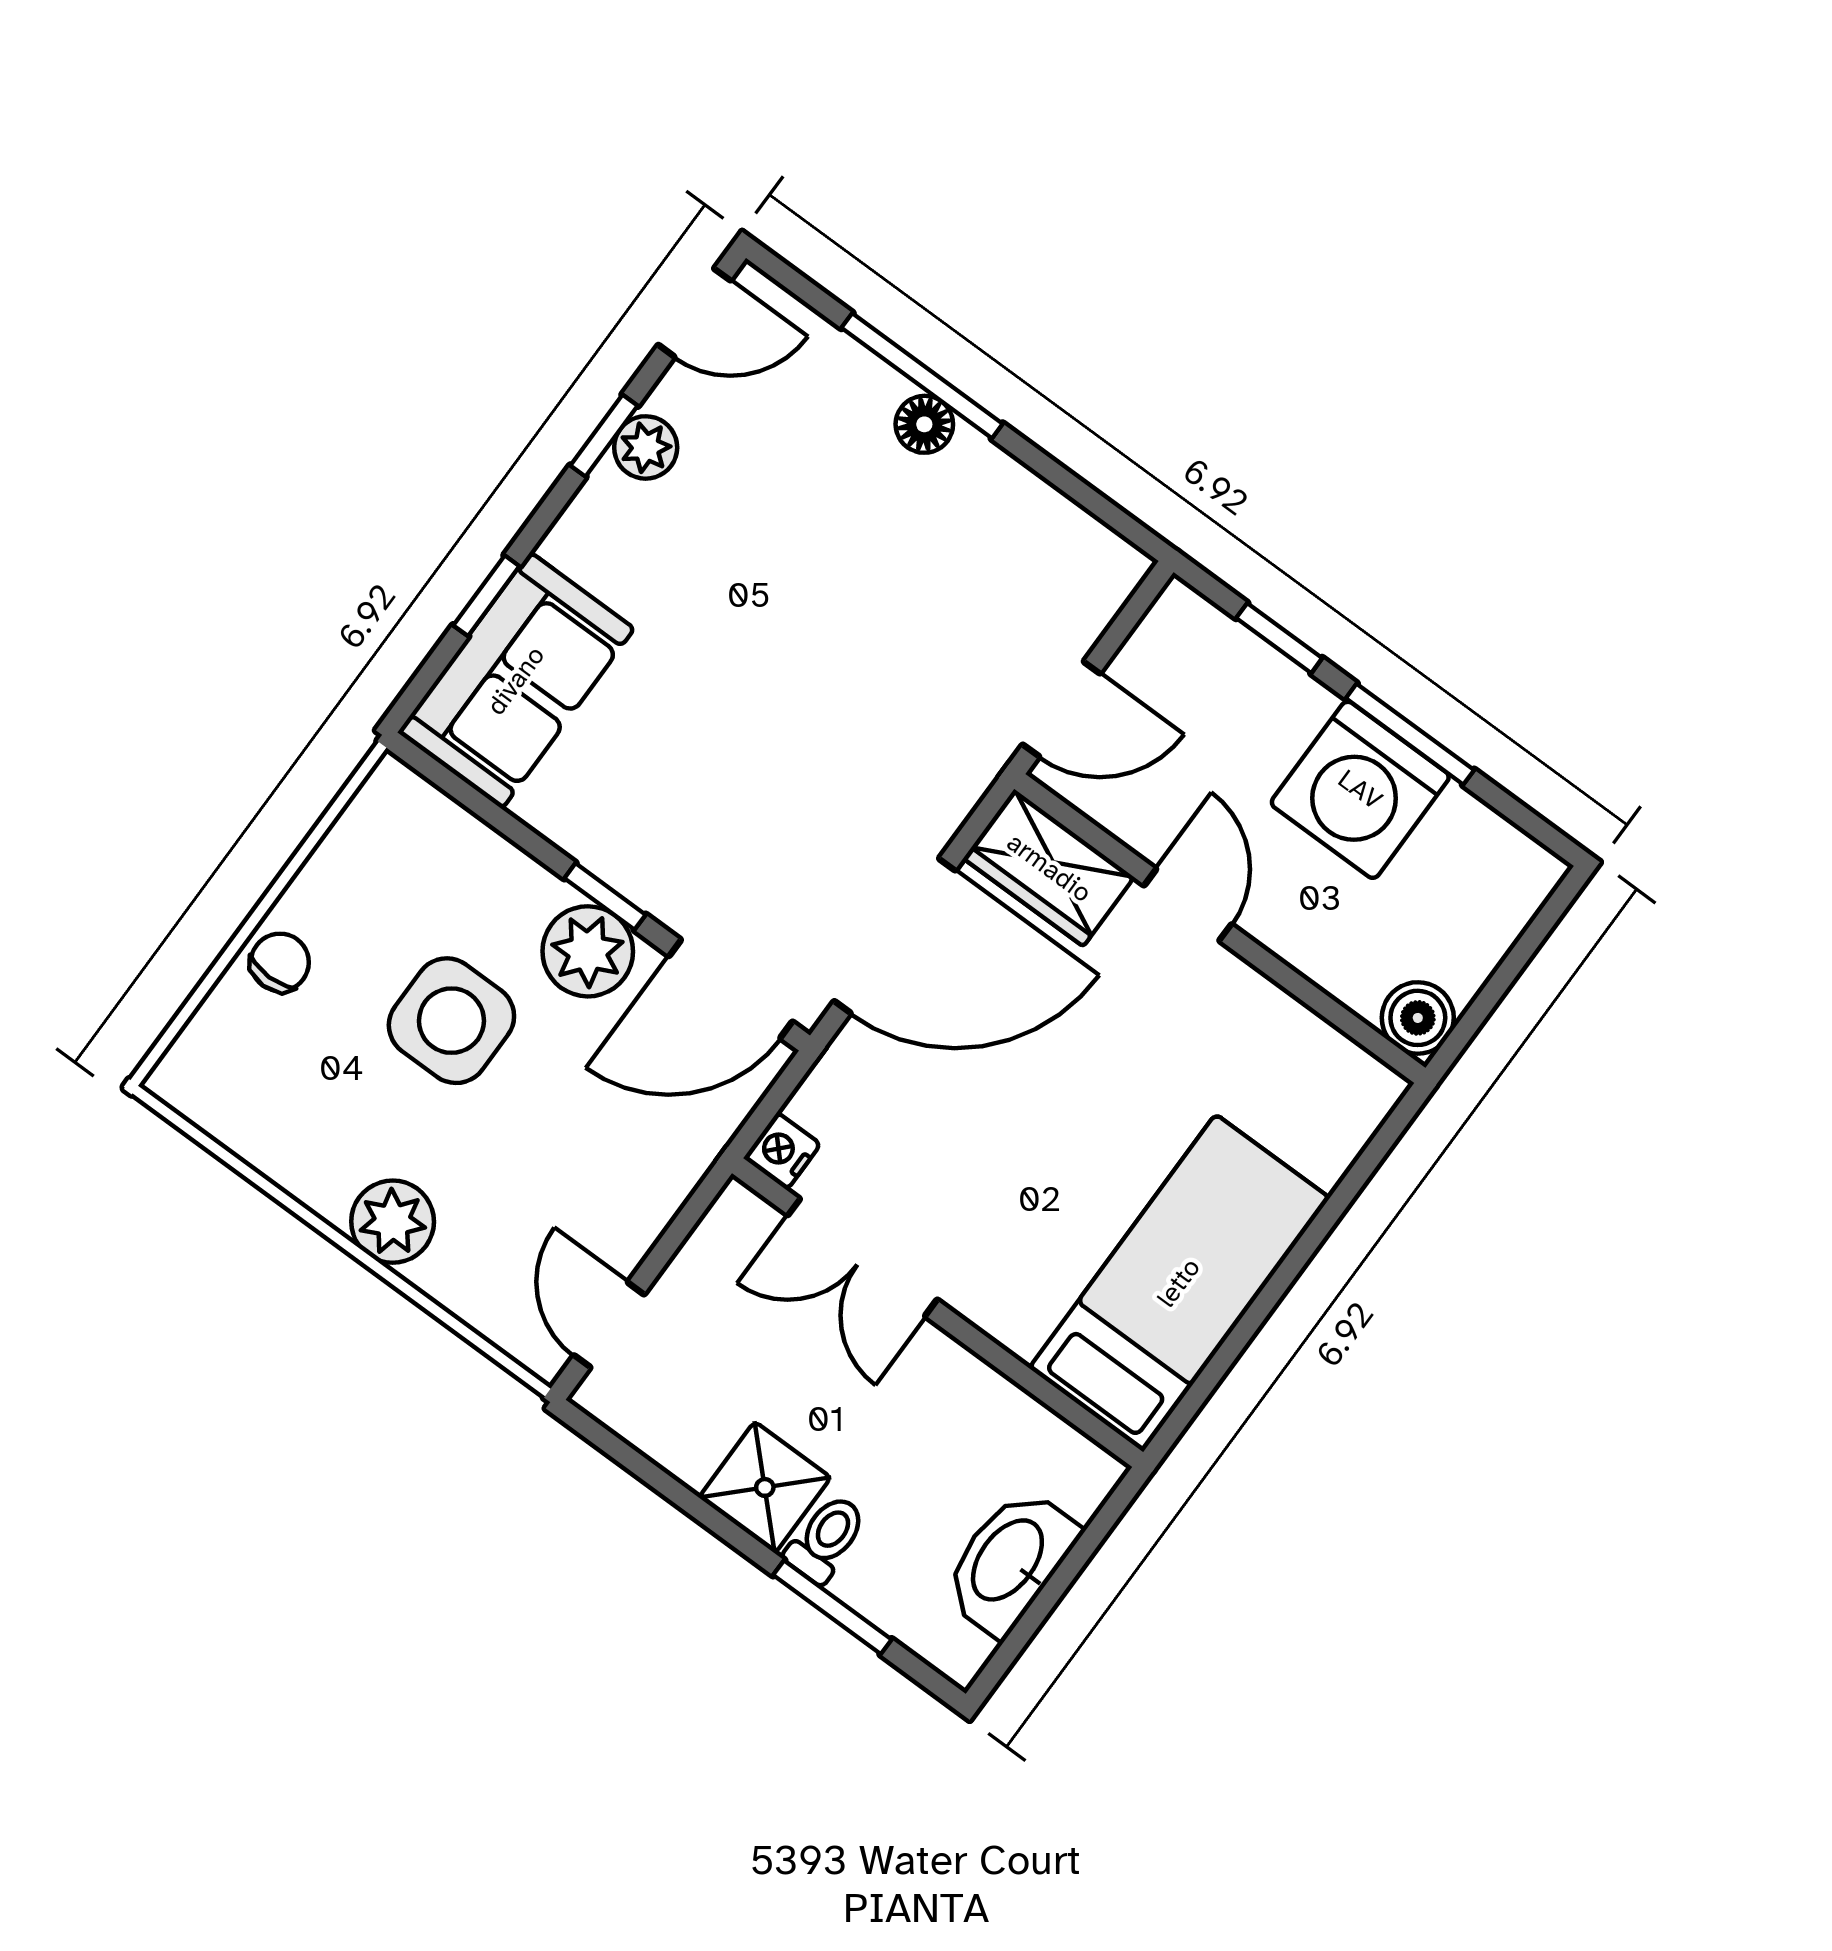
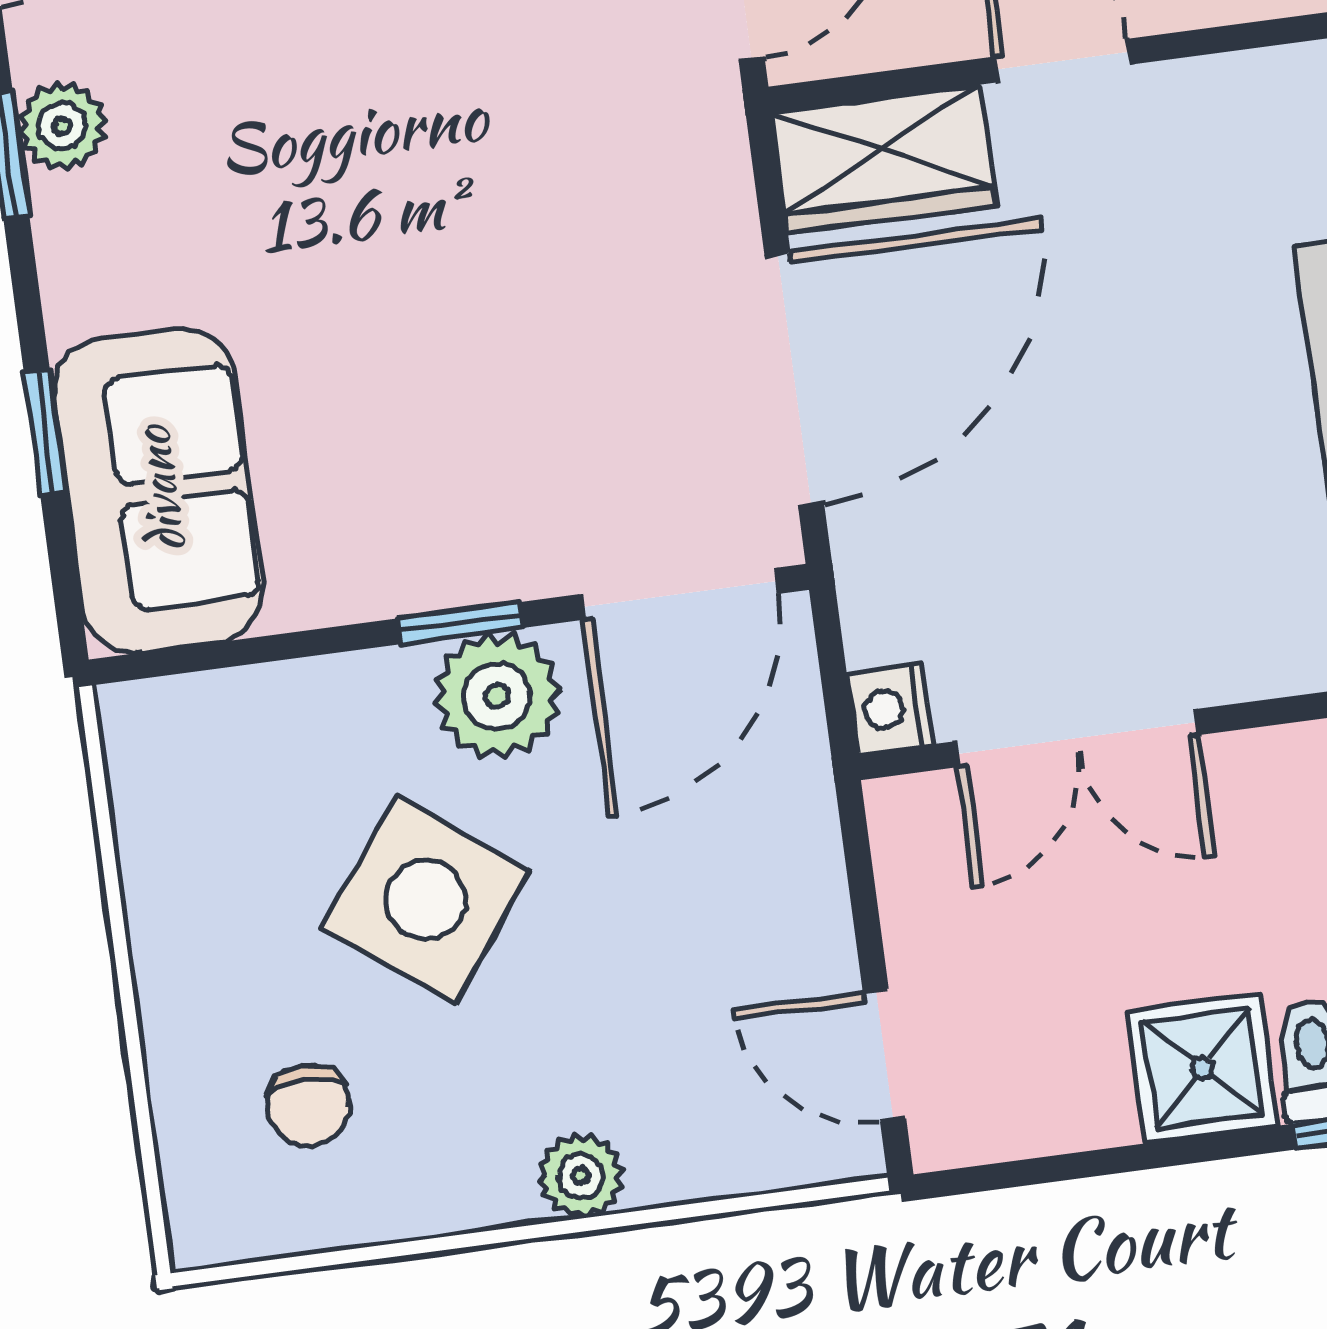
chair: (280, 962) -> (308, 1105), moved, turned 180
side table: (451, 1021) -> (426, 900), turned 37
plant: (393, 1222) -> (581, 1176), width x0.73, depth x0.73

